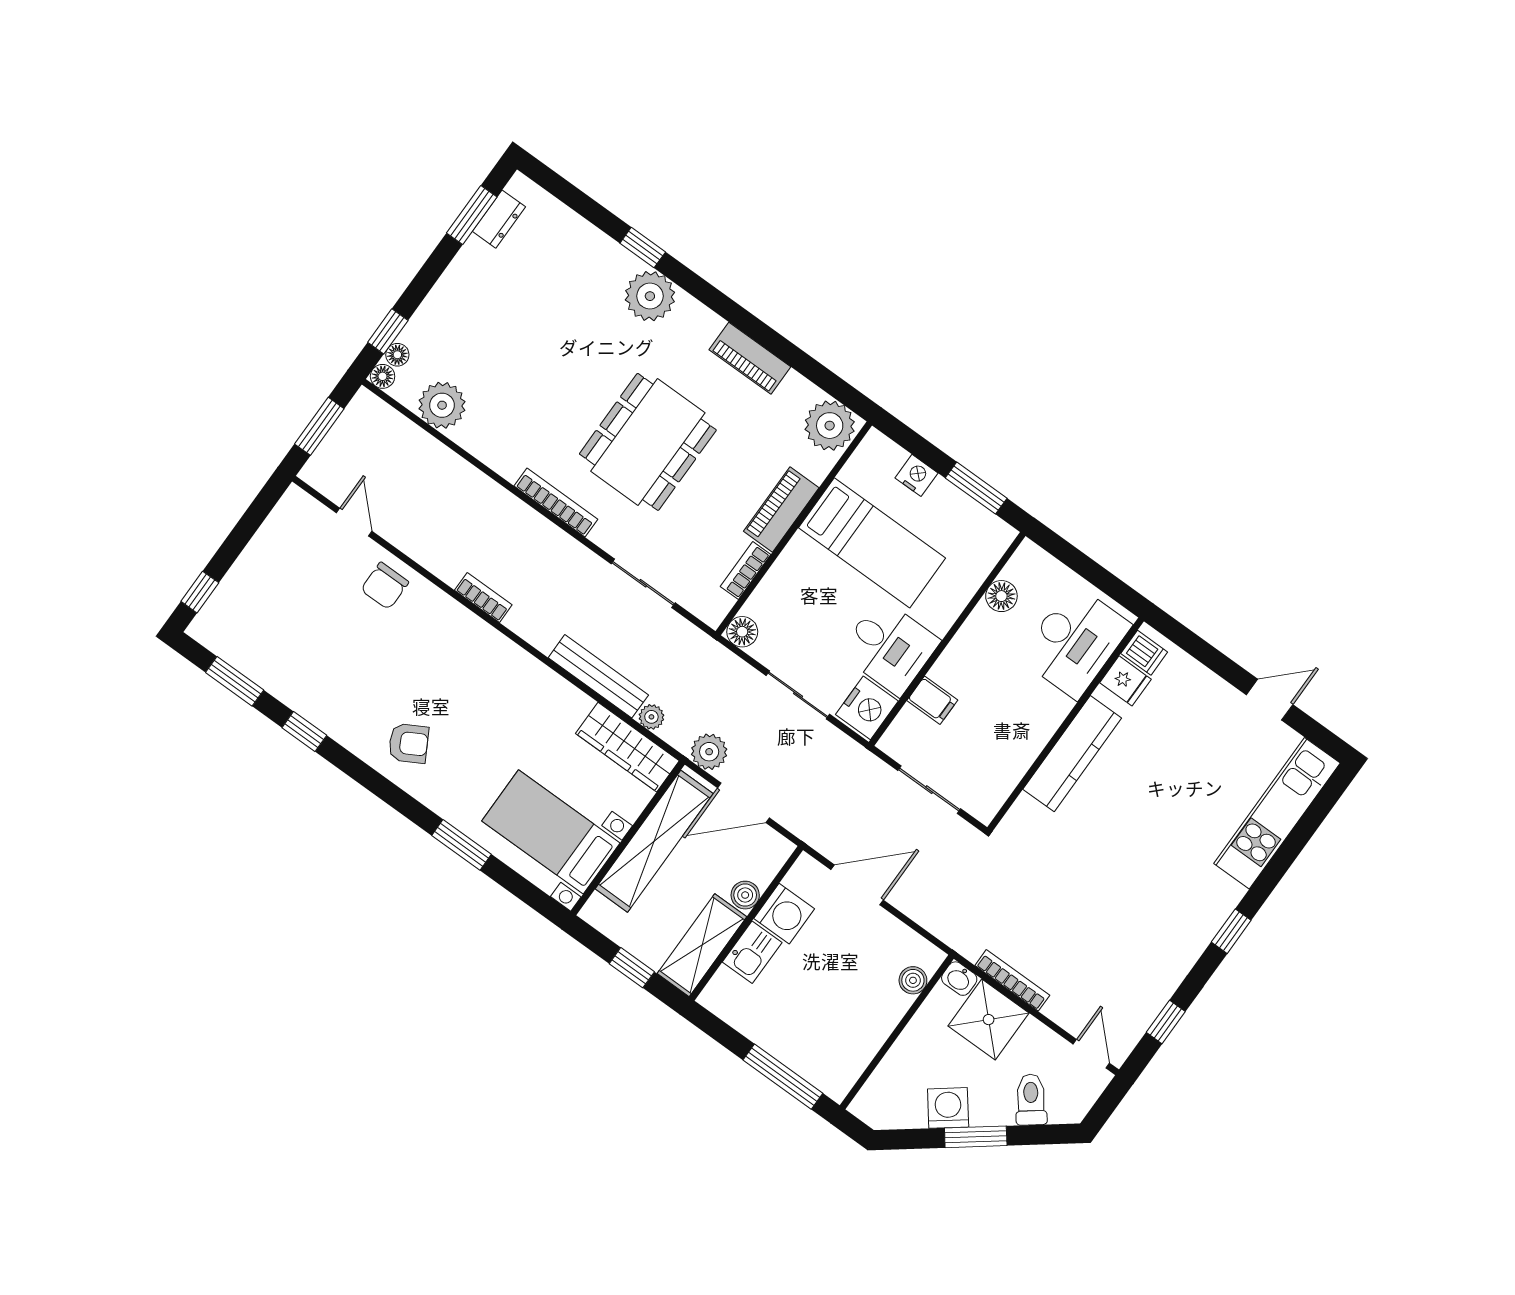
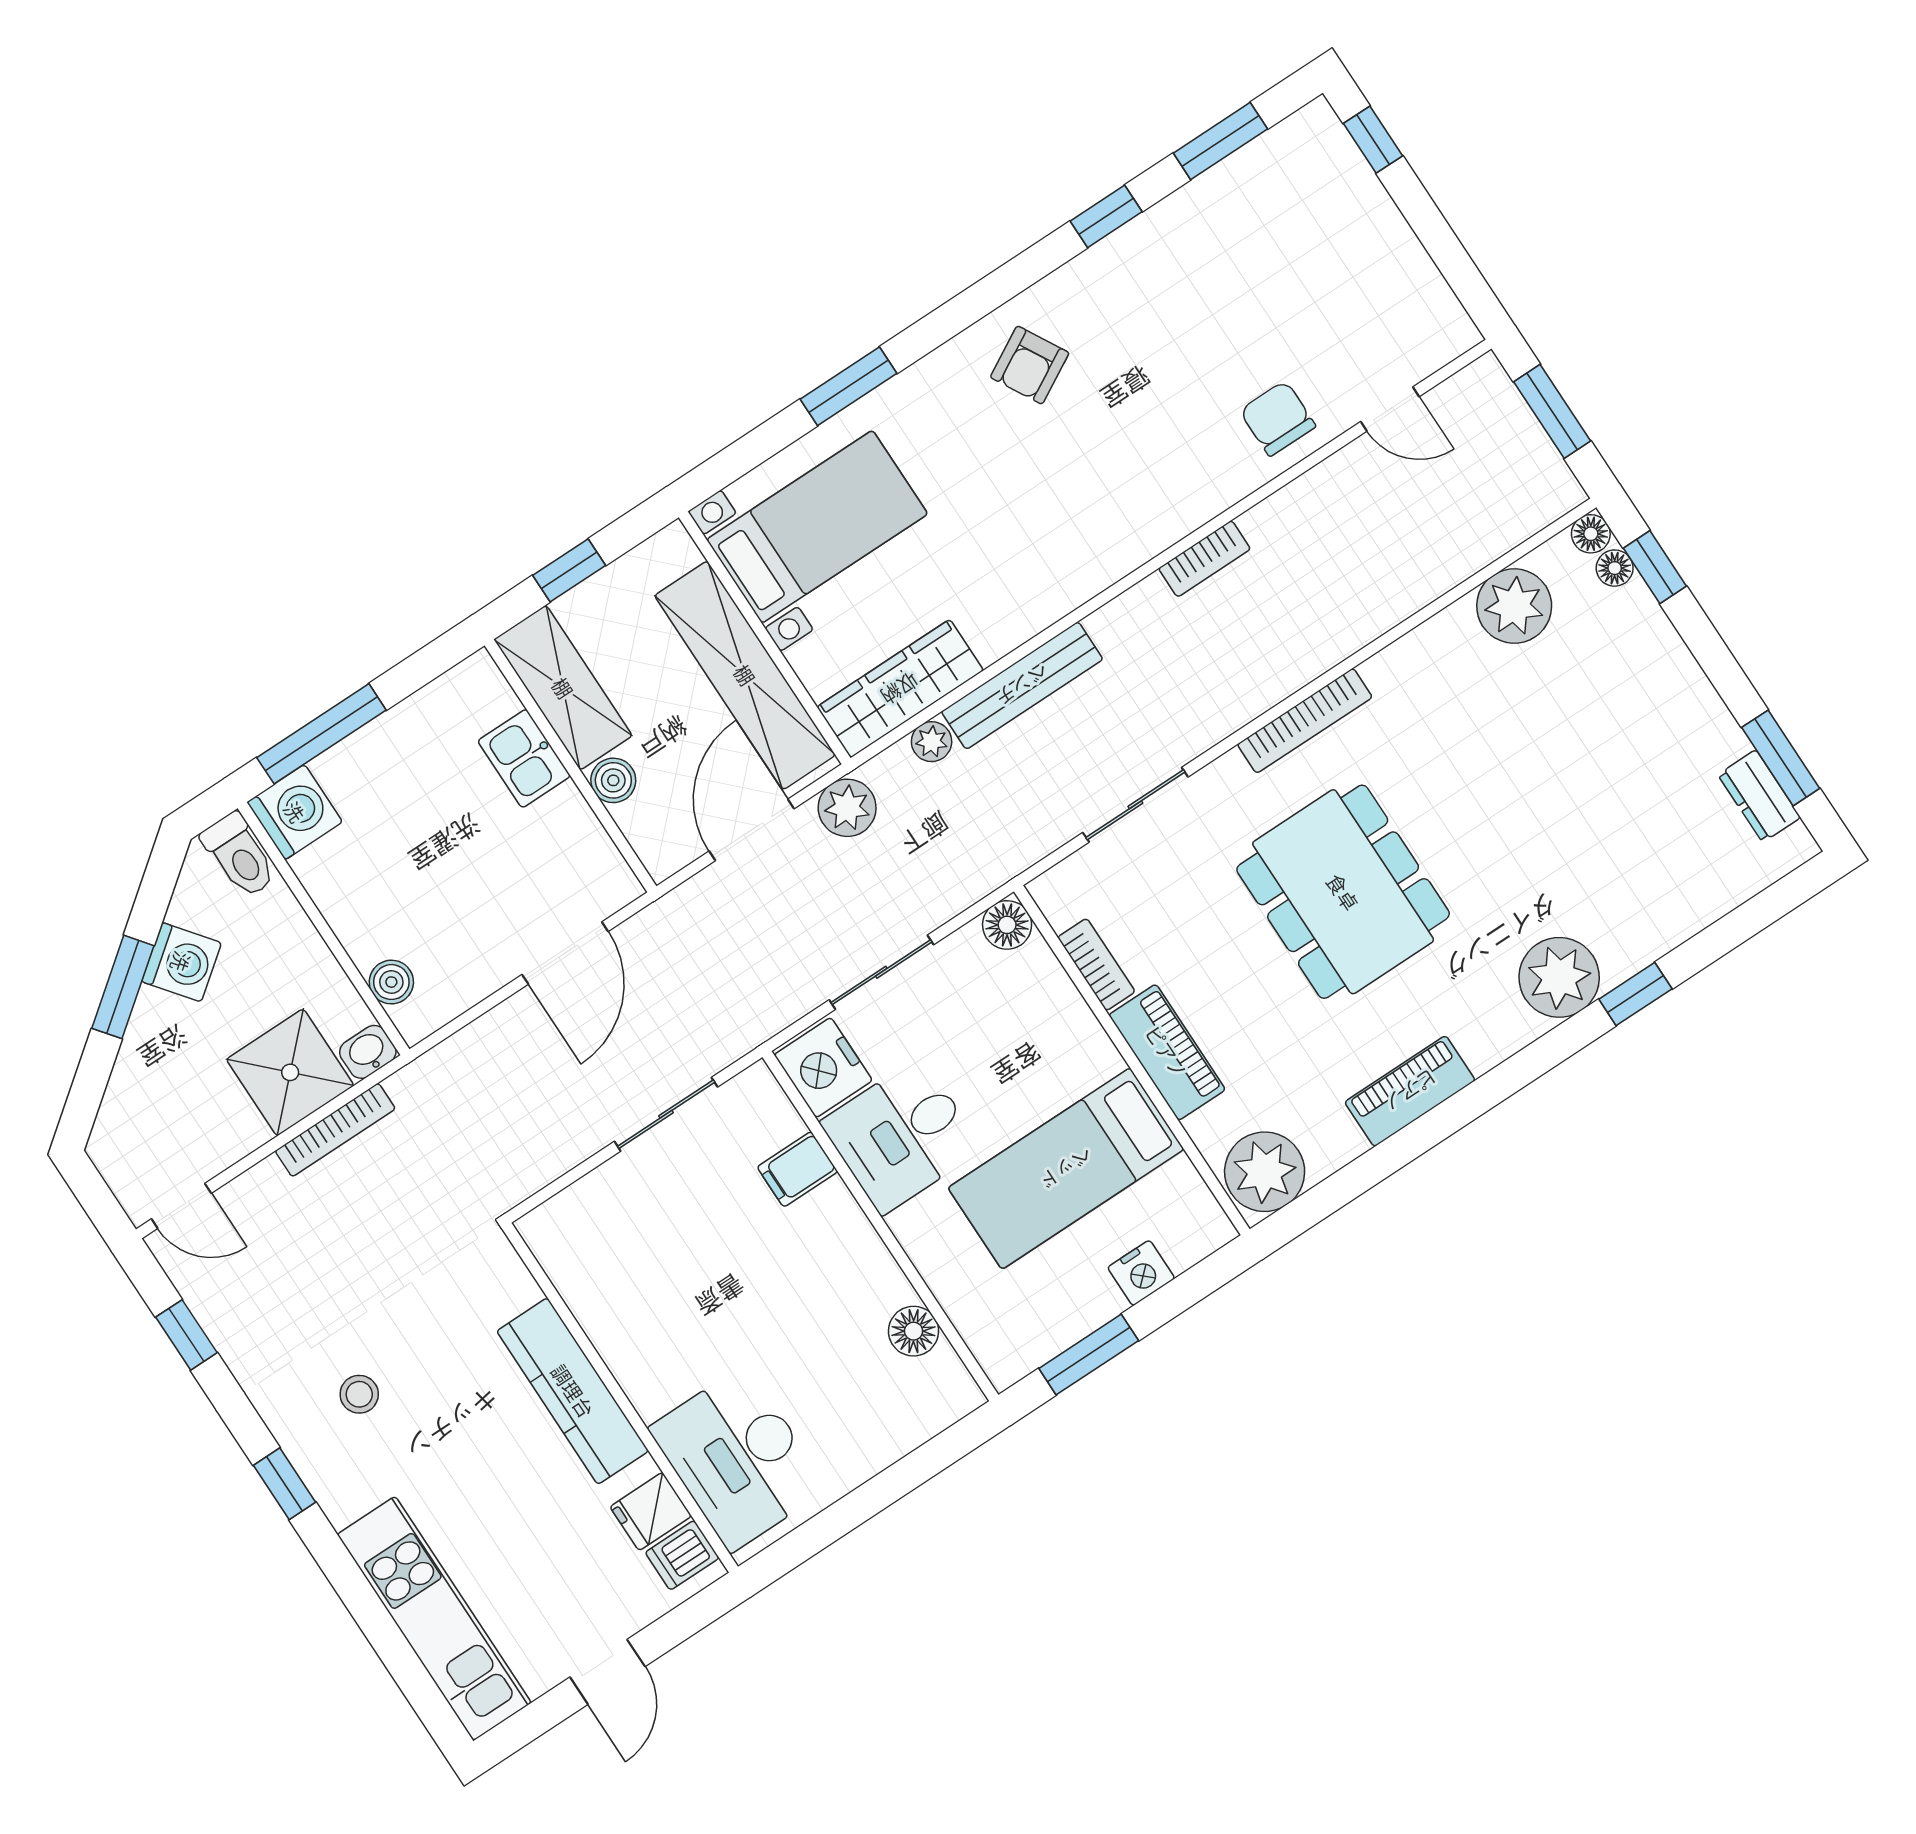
desk: (1075, 641) -> (738, 1458), moved
dishwasher: (1144, 653) -> (682, 1555), moved
fridge: (1125, 681) -> (651, 1511), moved
wall: (1066, 724) -> (620, 1398), moved
kitchen counter: (1072, 754) -> (573, 1391), moved
stool: (1162, 907) -> (359, 1394), added
washing machine: (784, 914) -> (295, 812), moved, turned 180
toilet: (1031, 1100) -> (239, 855), moved, turned 38

